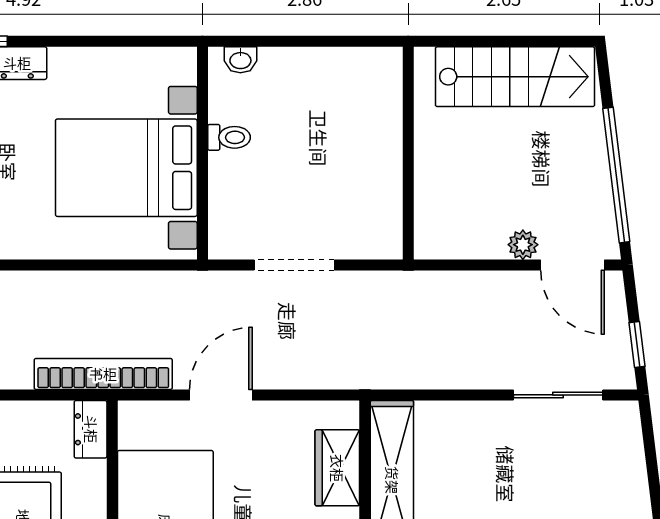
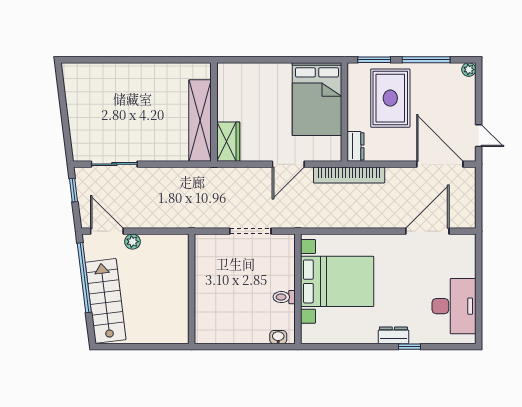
stairs: (515, 77) -> (106, 301), moved, turned 83
wardrobe: (337, 468) -> (228, 142), moved

